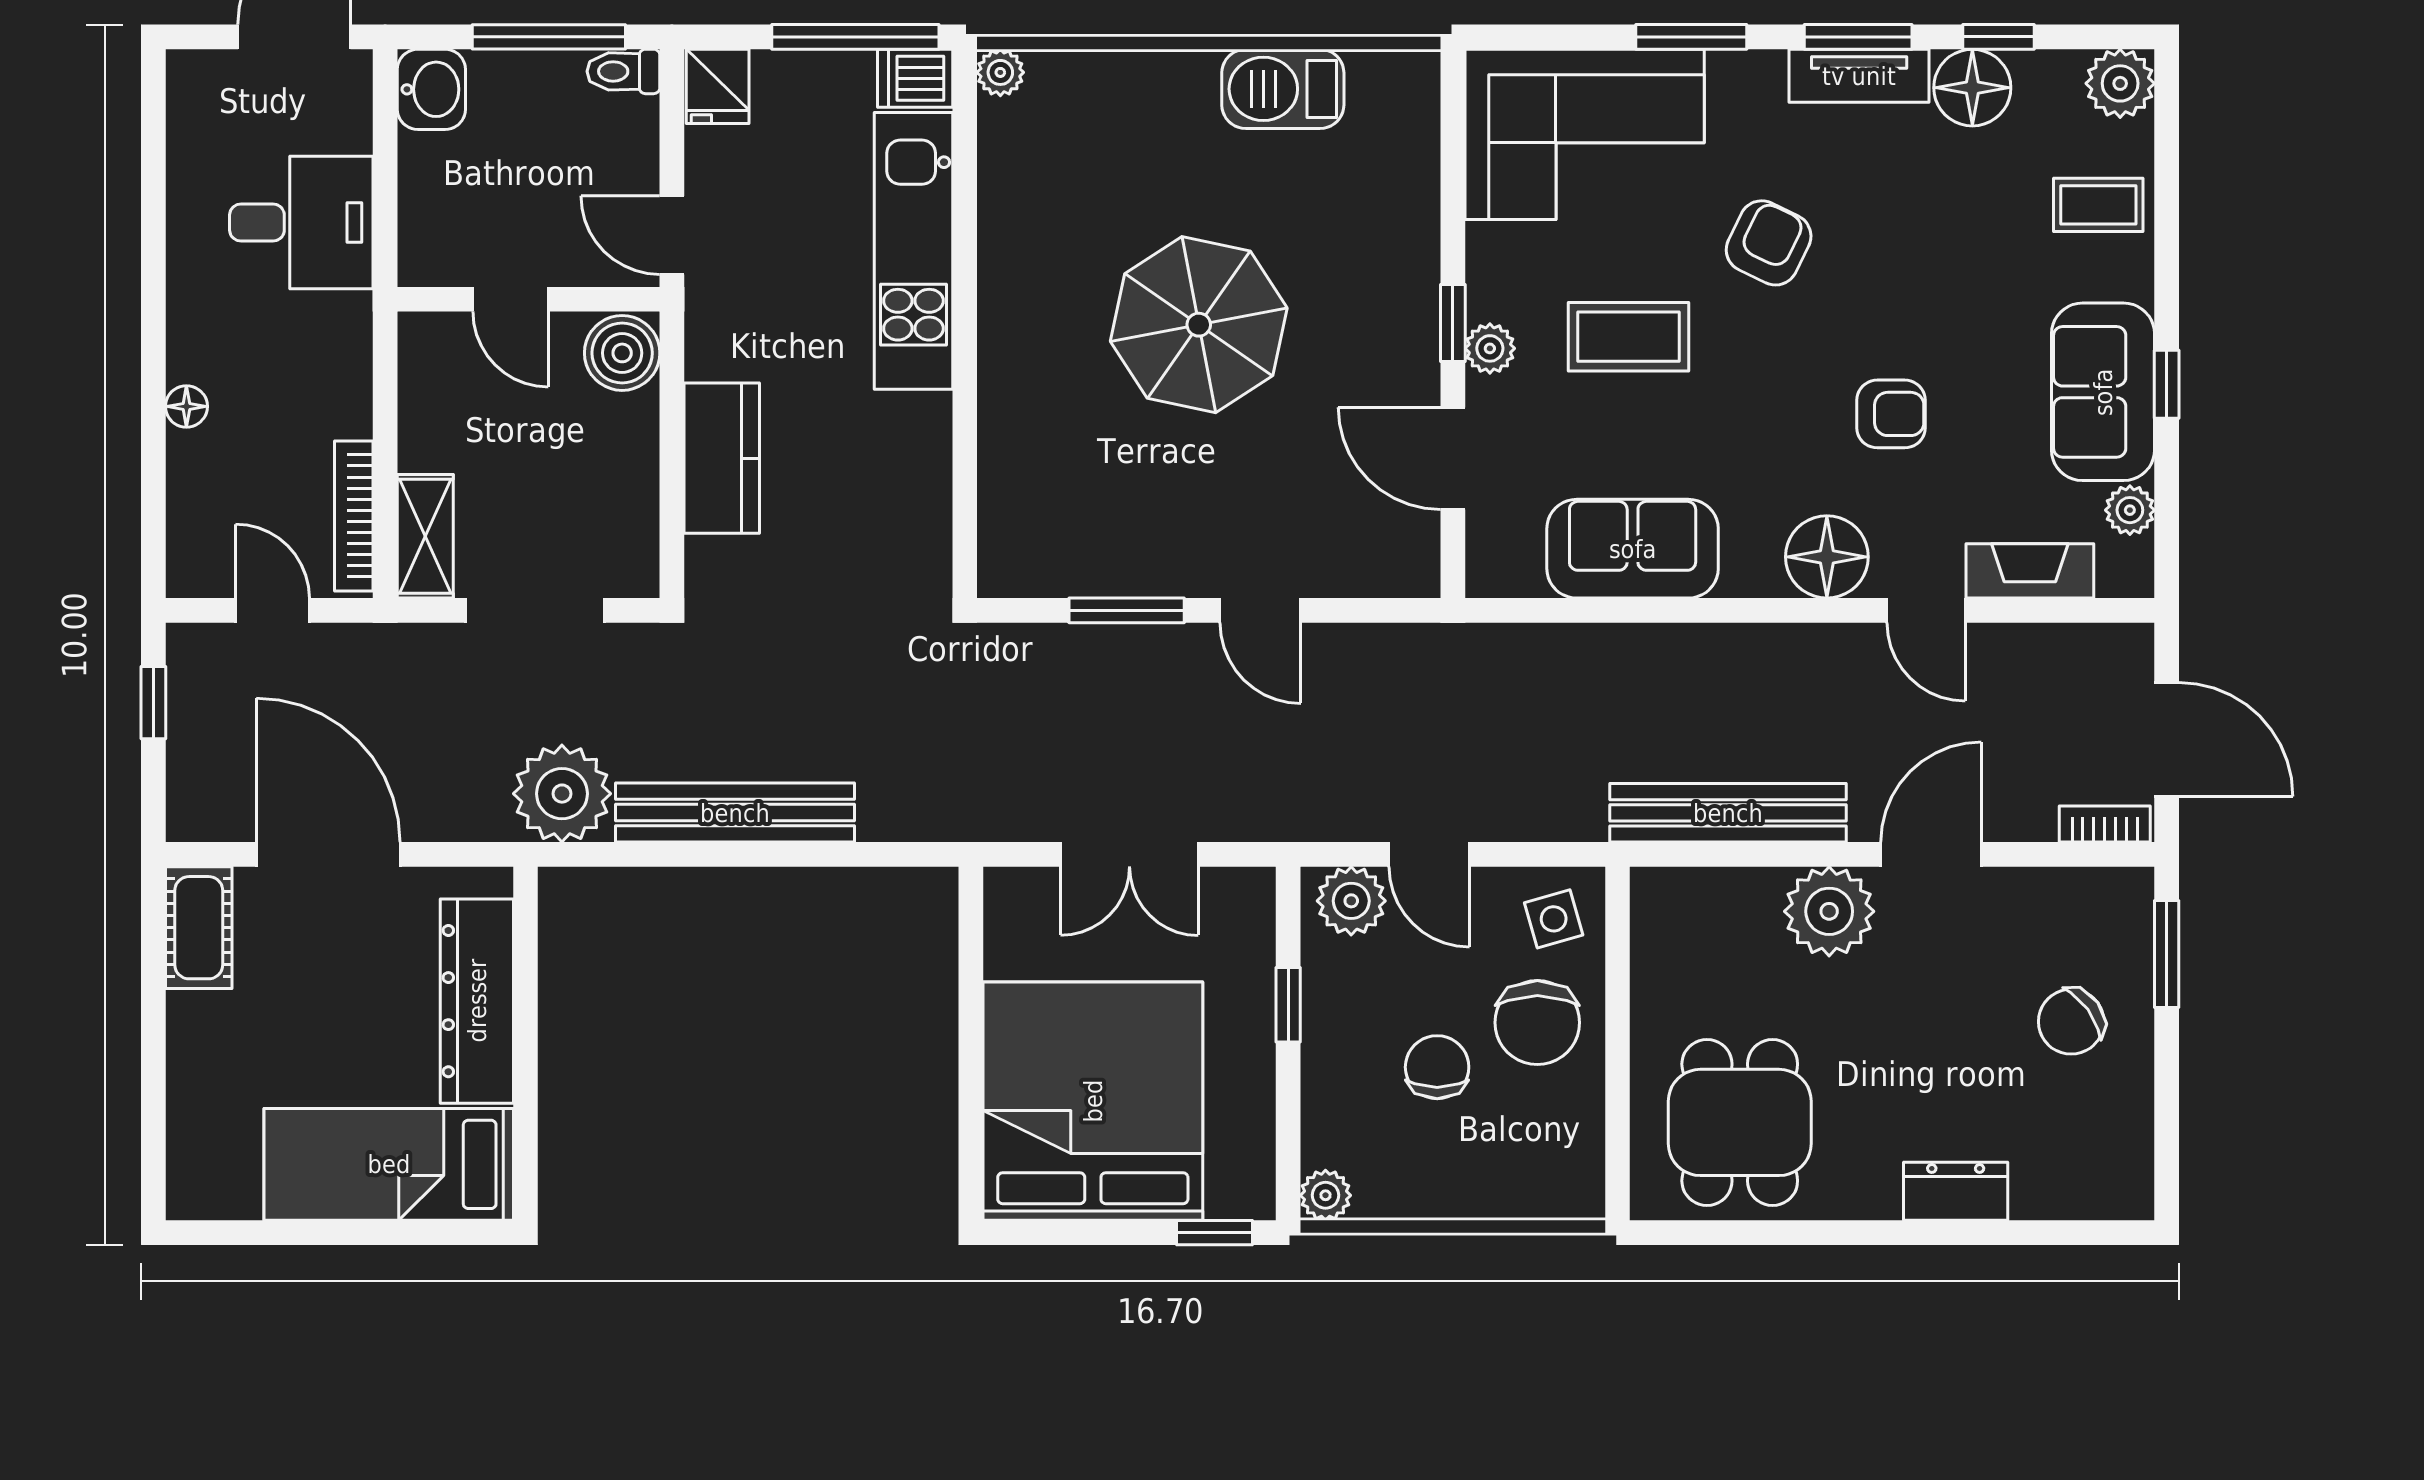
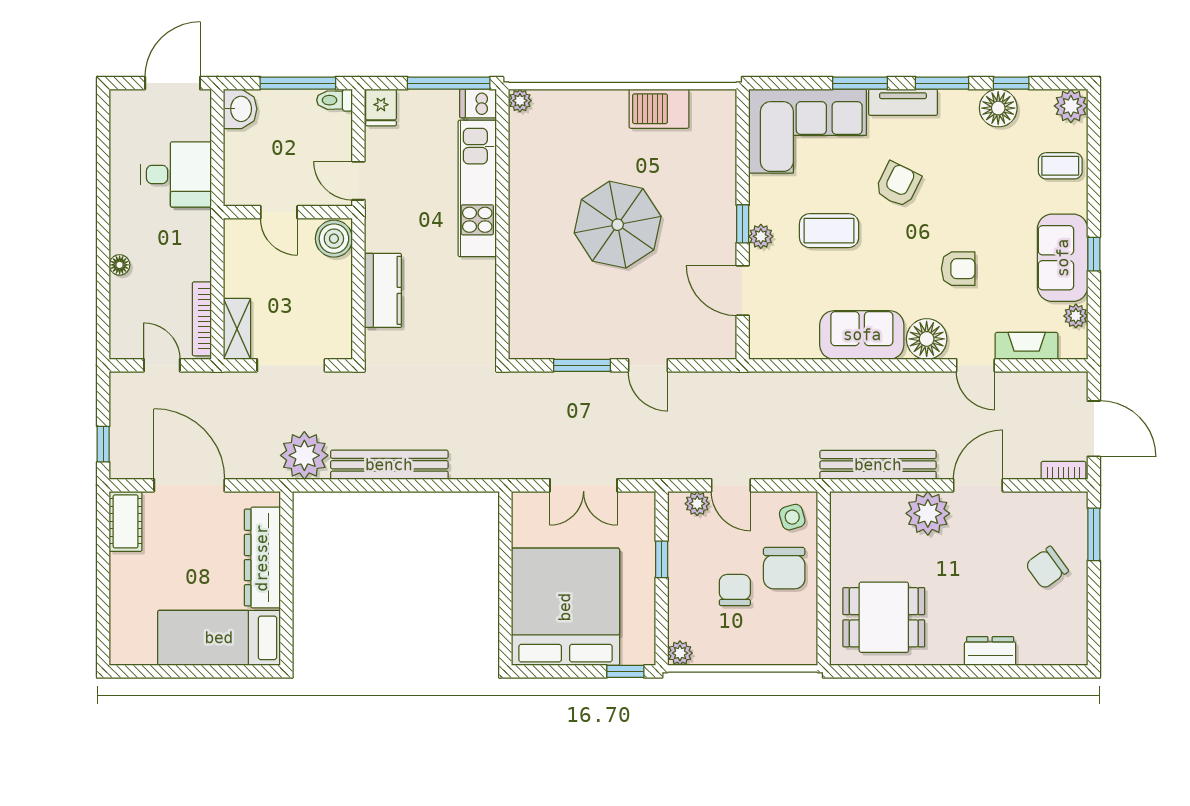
tv unit: (1859, 76) -> (903, 102), moved
sofa: (1633, 549) -> (862, 335), moved
window: (153, 703) -> (103, 444), moved
plant: (1351, 901) -> (697, 504), width x0.73, depth x0.73
dining table: (1740, 1122) -> (884, 617), turned 90

